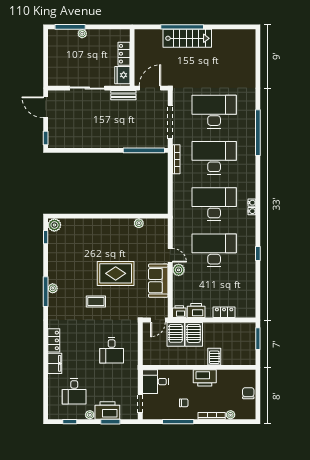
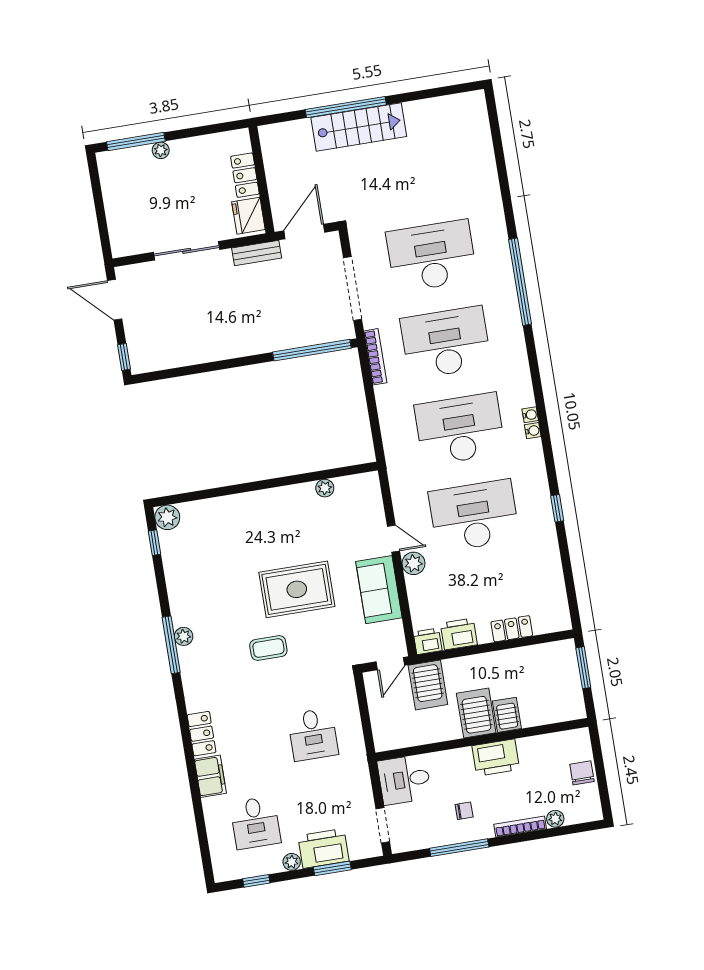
server rack: (194, 334) -> (476, 713), moved, turned 180

